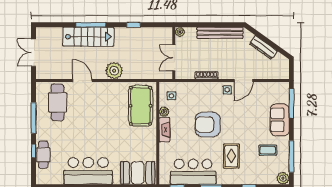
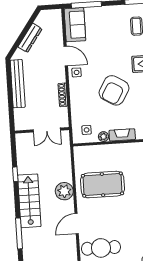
window: (91, 25) -> (19, 233), moved
plant: (180, 32) -> (20, 126), removed
stairs: (88, 37) -> (29, 201), moved
pool table: (141, 106) -> (103, 185), moved
sofa: (280, 120) -> (75, 25), moved, turned -90
armchair: (208, 125) -> (114, 90), turned 31

